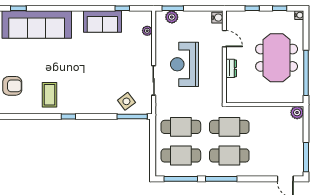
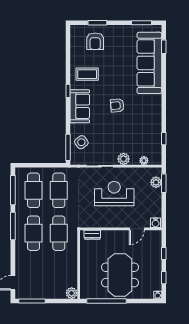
sofa: (102, 22) -> (80, 106), moved, turned 180
plant: (145, 54) -> (124, 159), added
meeting table: (277, 58) -> (120, 275), turned 90
armchair: (85, 61) -> (117, 105), added
dresser: (231, 68) -> (92, 235), moved

